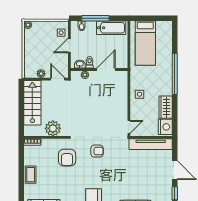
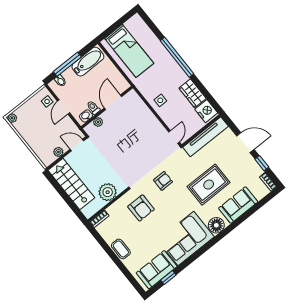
rug: (126, 179) -> (209, 185), added

